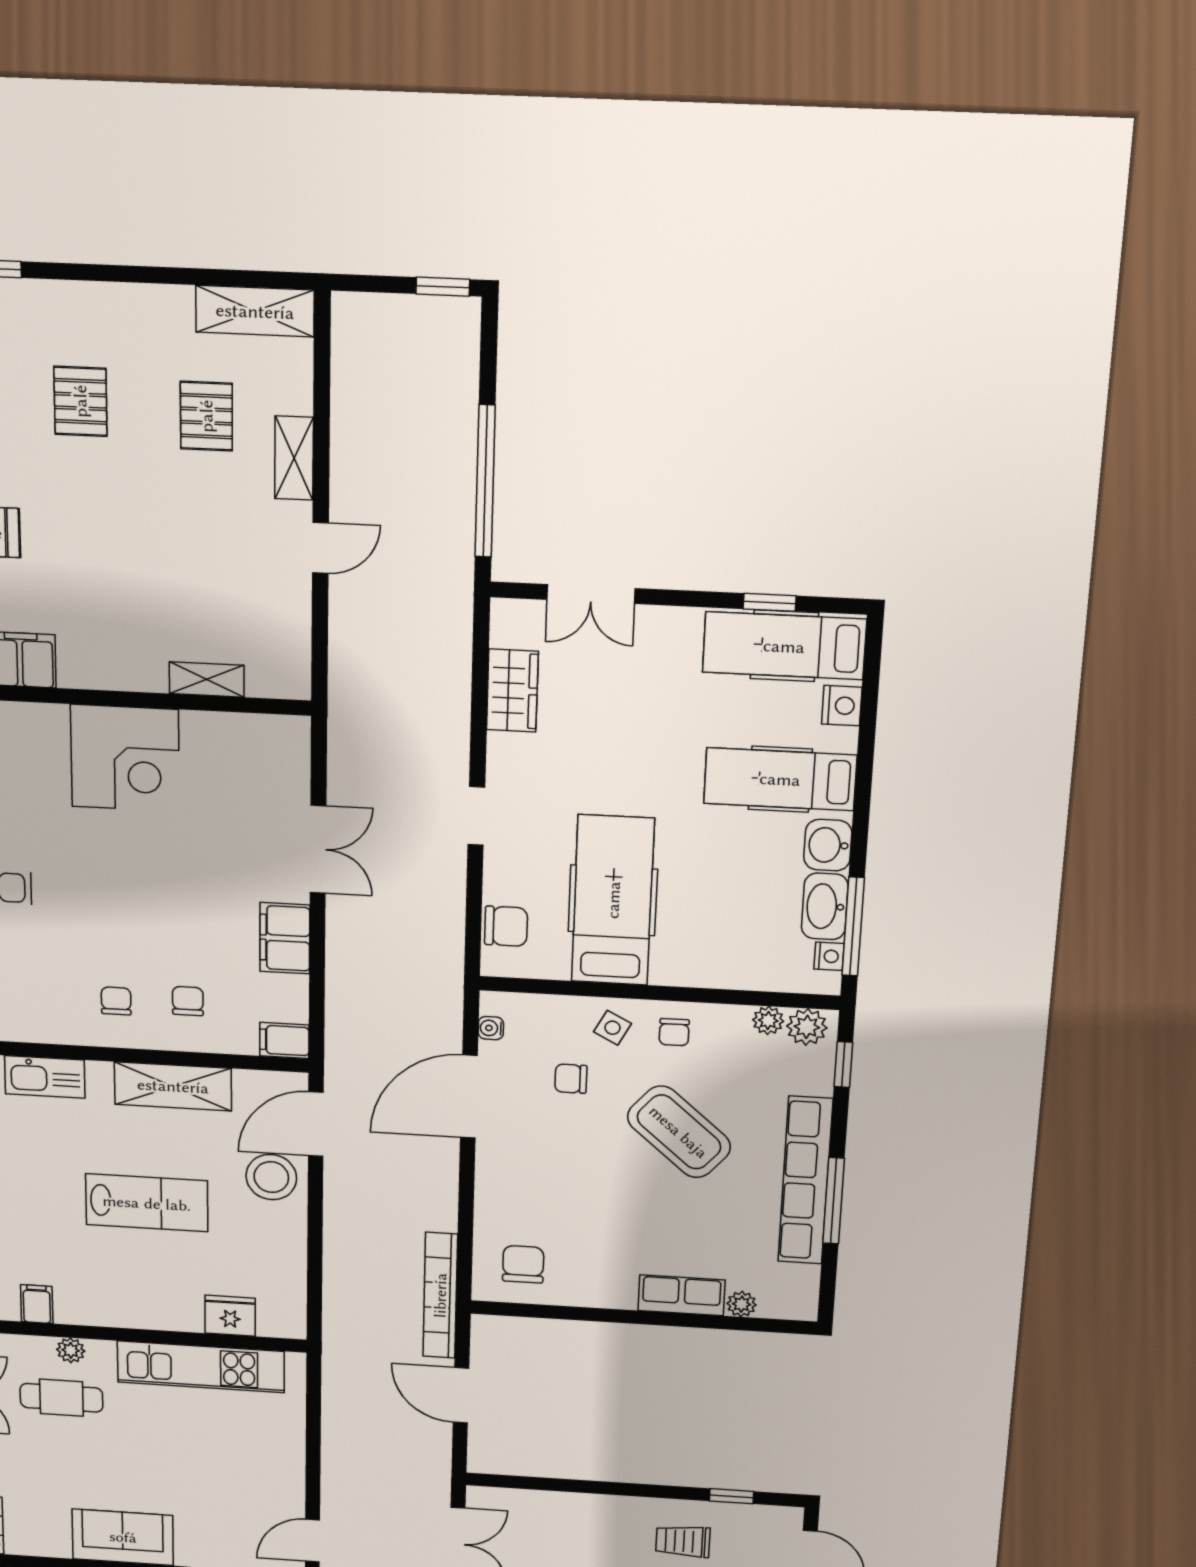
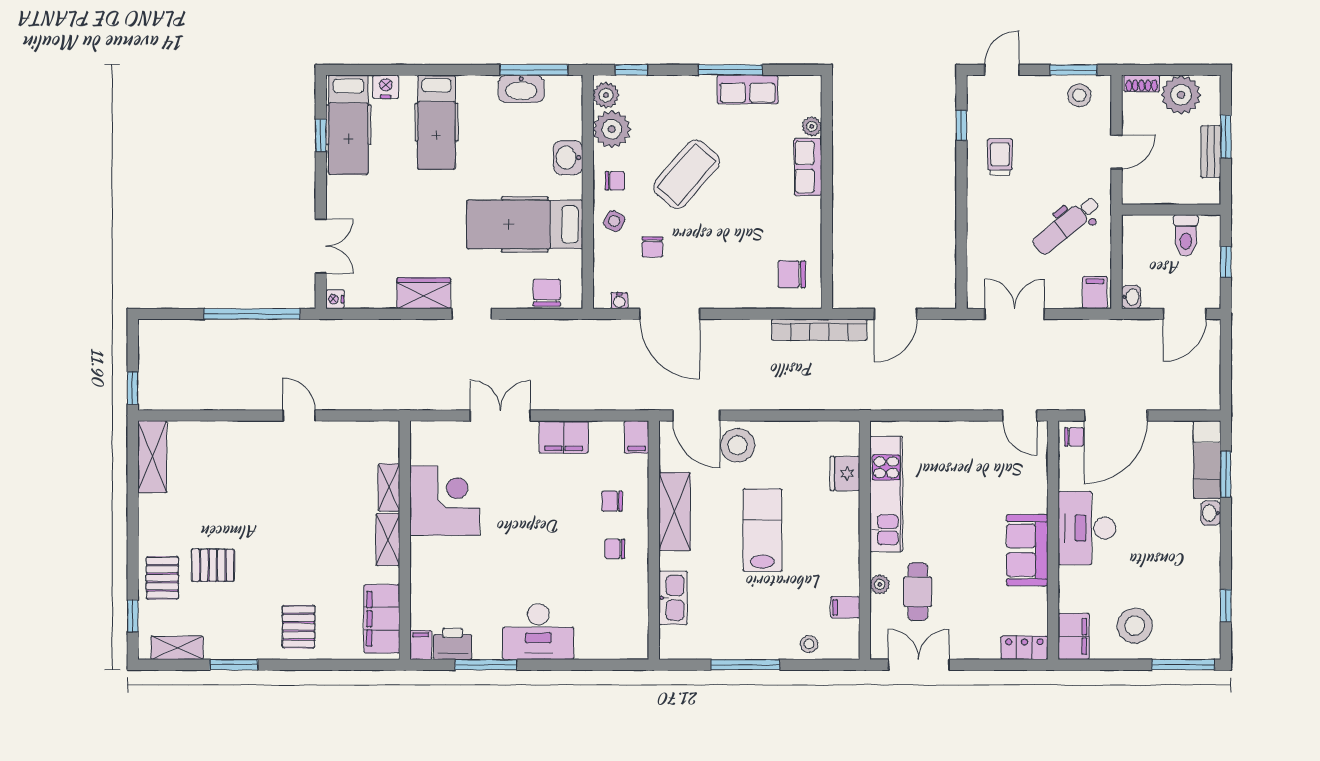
window: (443, 287) -> (133, 388), moved
pallet: (206, 416) -> (162, 578), moved, turned 90
shelving: (294, 458) -> (388, 540), moved, turned 90
wardrobe: (512, 691) -> (424, 293), moved
corner desk: (125, 758) -> (445, 501), moved
washbasin: (828, 845) -> (568, 158), moved, turned 90
nightstand: (829, 956) -> (335, 299), moved, turned -90
plant: (768, 1020) -> (612, 129), width x1.88, depth x1.88
row of seats: (805, 1181) -> (748, 89), width x0.50
trolley: (683, 1541) -> (1000, 157), turned 180

